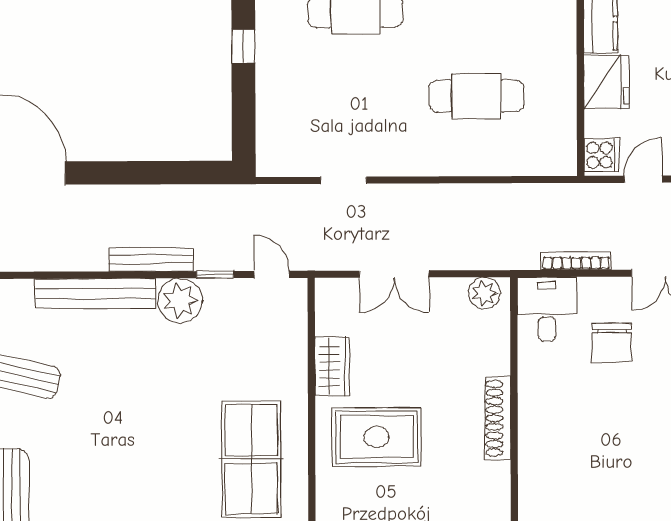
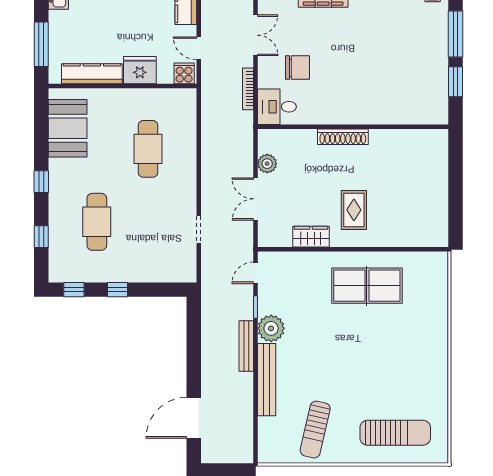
double door: (394, 274) -> (255, 199), swing flipped
plant: (484, 293) -> (267, 164), moved
rug: (377, 437) -> (354, 210), width x0.73, depth x0.70

